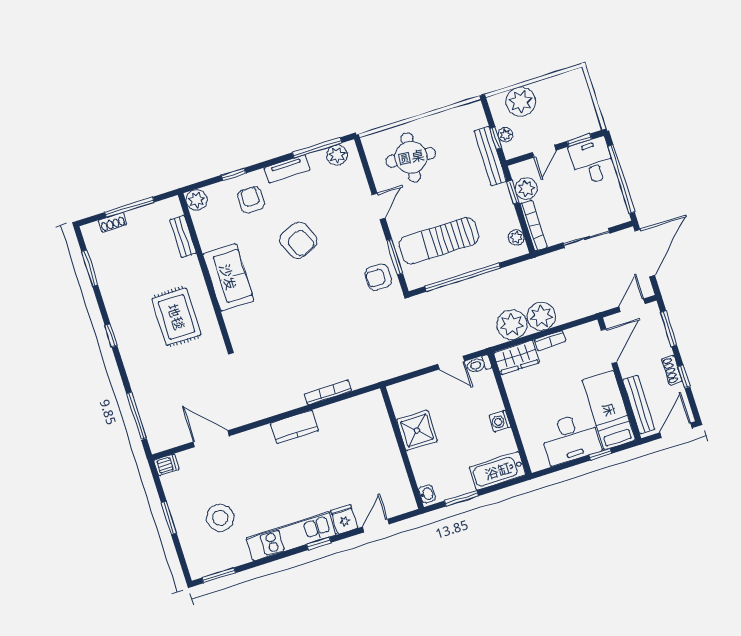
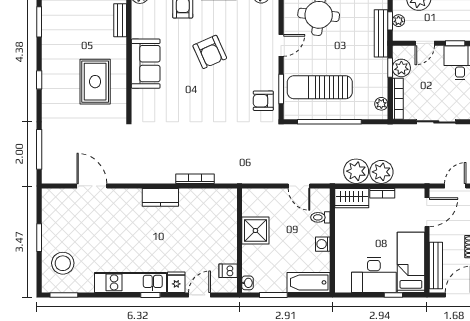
toilet: (479, 364) -> (320, 217), moved
dishwasher: (166, 465) -> (228, 271), moved, turned 180
stool: (220, 518) -> (63, 263), moved

